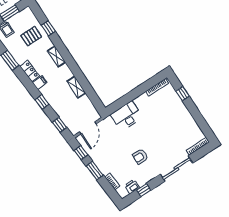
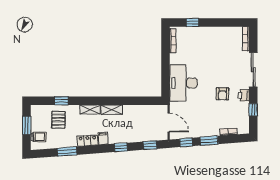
shelving: (76, 87) -> (112, 110), moved
desk: (127, 116) -> (183, 83), width x1.36, depth x1.30
printer: (132, 187) -> (244, 95), moved

